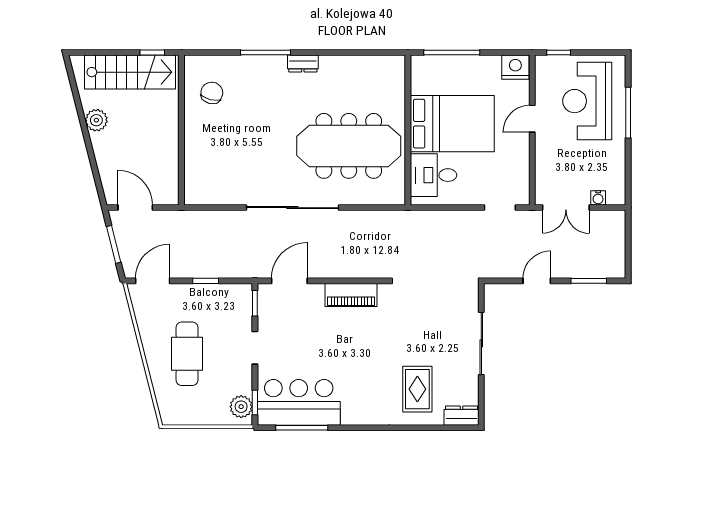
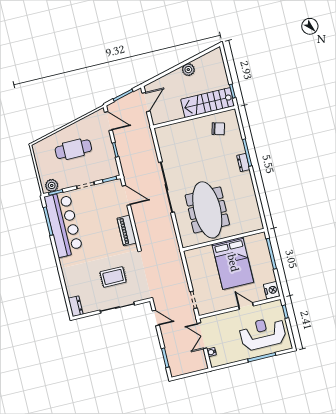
dresser: (303, 64) -> (243, 163), moved
stairs: (130, 72) -> (208, 103), moved, turned 90
desk: (433, 175) -> (202, 260), removed
door: (537, 281) -> (156, 318), moved
rug: (417, 389) -> (113, 277), moved
bar counter: (299, 402) -> (64, 224), width x1.36

